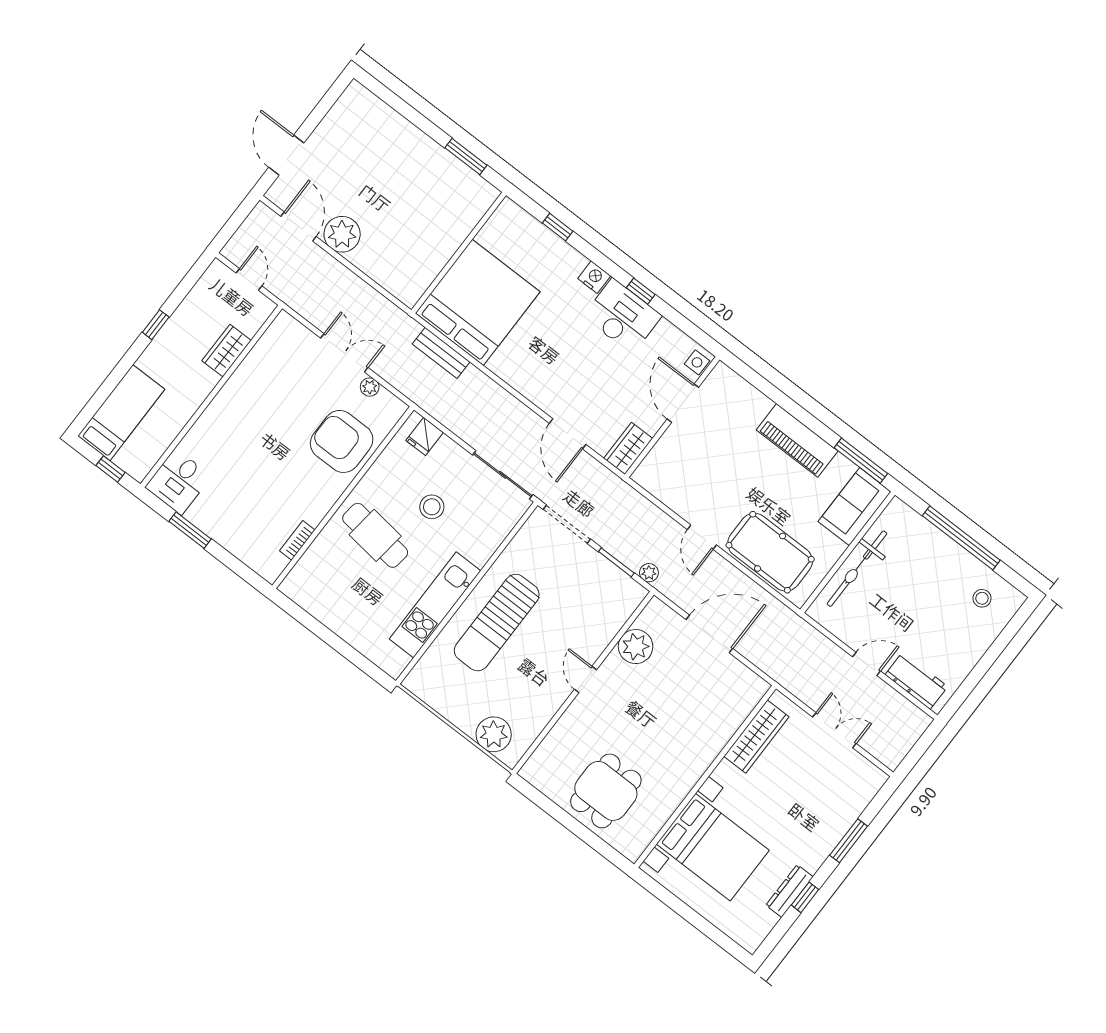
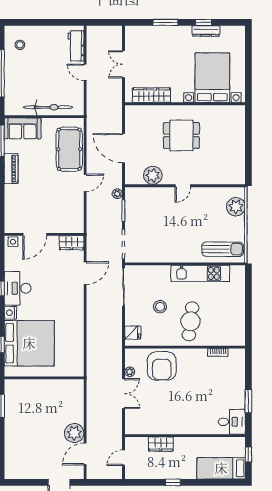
bed: (478, 302) -> (29, 343), moved, turned 180
double door: (344, 353) -> (124, 394), swing flipped
bench: (441, 353) -> (92, 353), removed
piano: (797, 440) -> (11, 169), width x0.73, depth x0.75
sun lounger: (497, 623) -> (223, 249), moved, width x0.73, depth x0.75
dining table: (606, 791) -> (181, 135), moved

